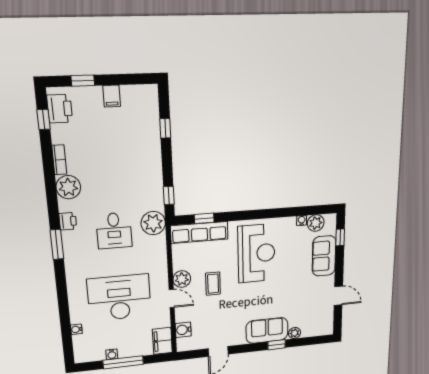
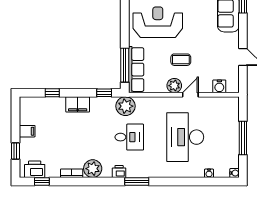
window: (204, 218) -> (125, 65), width x2.17
filing cabinet: (162, 341) -> (78, 104), moved
water cooler: (112, 354) -> (235, 173), moved

